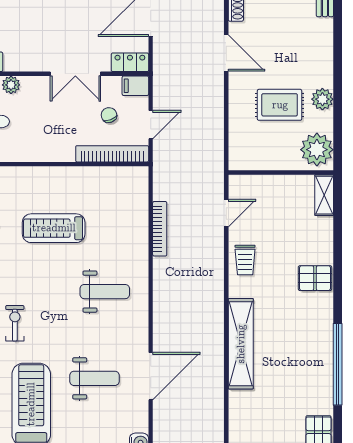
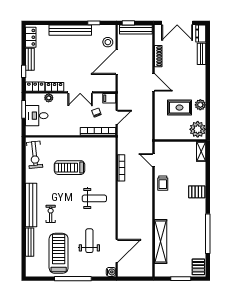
locker: (130, 62) -> (55, 87), moved
door: (226, 213) -> (154, 160), swing flipped
shelving: (241, 344) -> (161, 241), moved
door: (151, 376) -> (117, 251), moved
weight bench: (94, 378) -> (89, 241), turned -90

